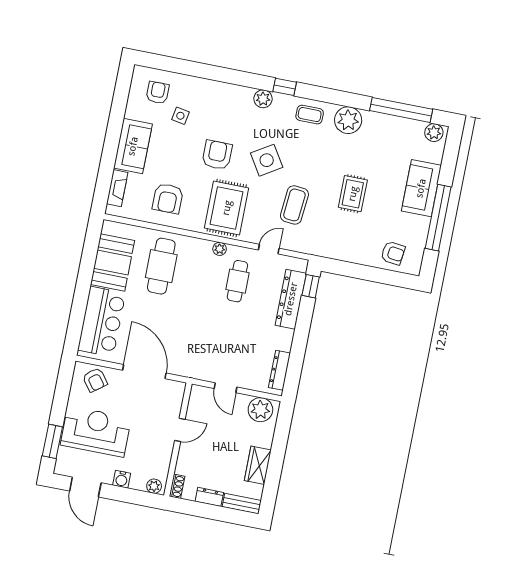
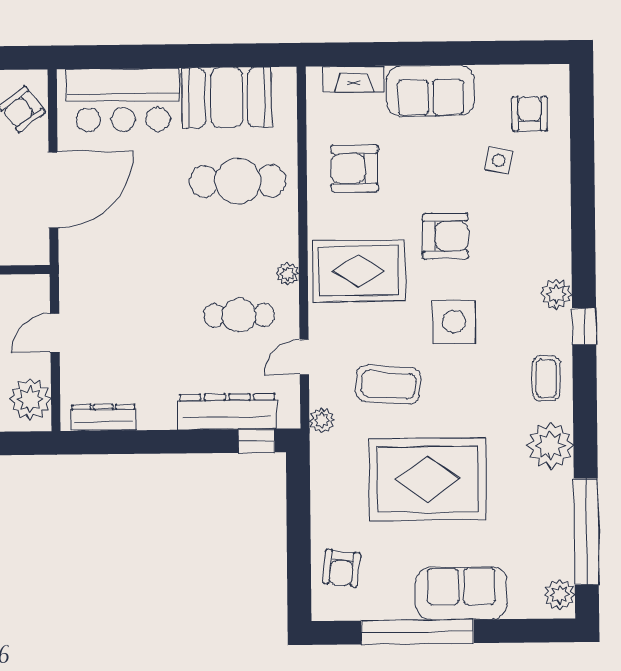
armchair: (158, 93) -> (530, 114), turned -90
side table: (267, 160) -> (454, 322), turned 32
rug: (353, 194) -> (428, 479), width x1.86, depth x2.06
plant: (307, 247) -> (322, 420), added
door: (269, 249) -> (304, 357), swing flipped

